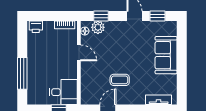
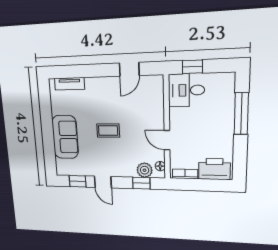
printer: (36, 27) -> (214, 169), width x1.87, depth x1.48
coffee table: (120, 80) -> (108, 131), moved

